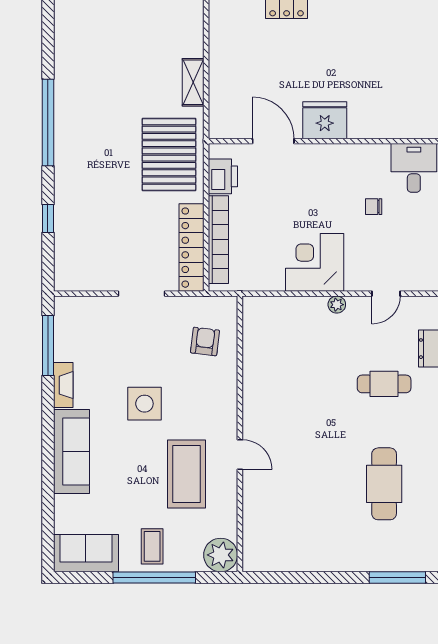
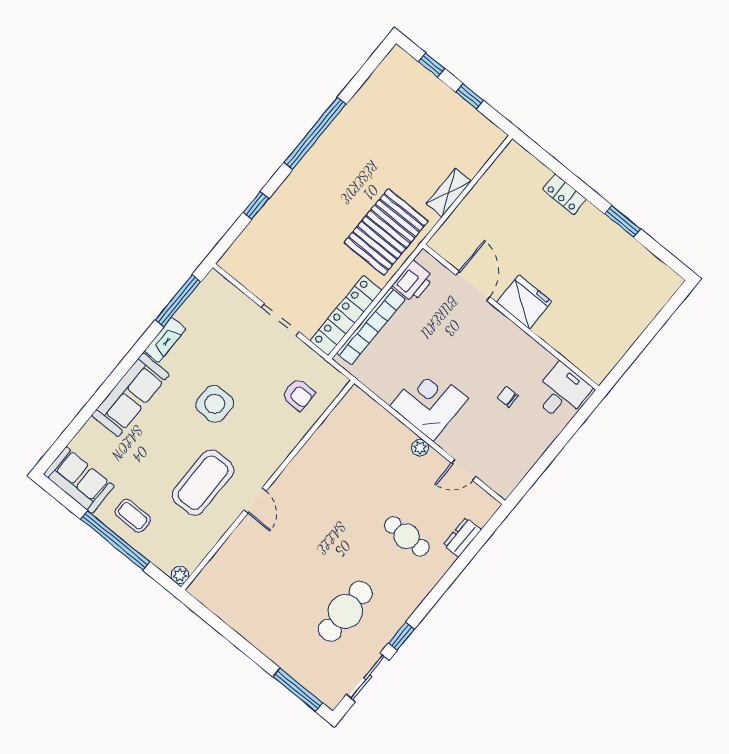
armchair: (205, 341) -> (298, 394), turned 83
coffee table: (152, 546) -> (133, 516), turned 90
plant: (221, 555) -> (180, 575), width x0.53, depth x0.53

